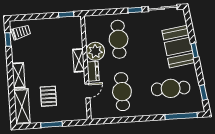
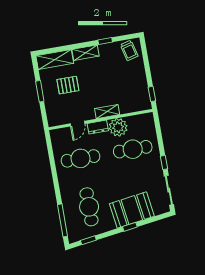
window: (8, 40) -> (105, 41), moved
door: (87, 91) -> (77, 124), hinge flipped

